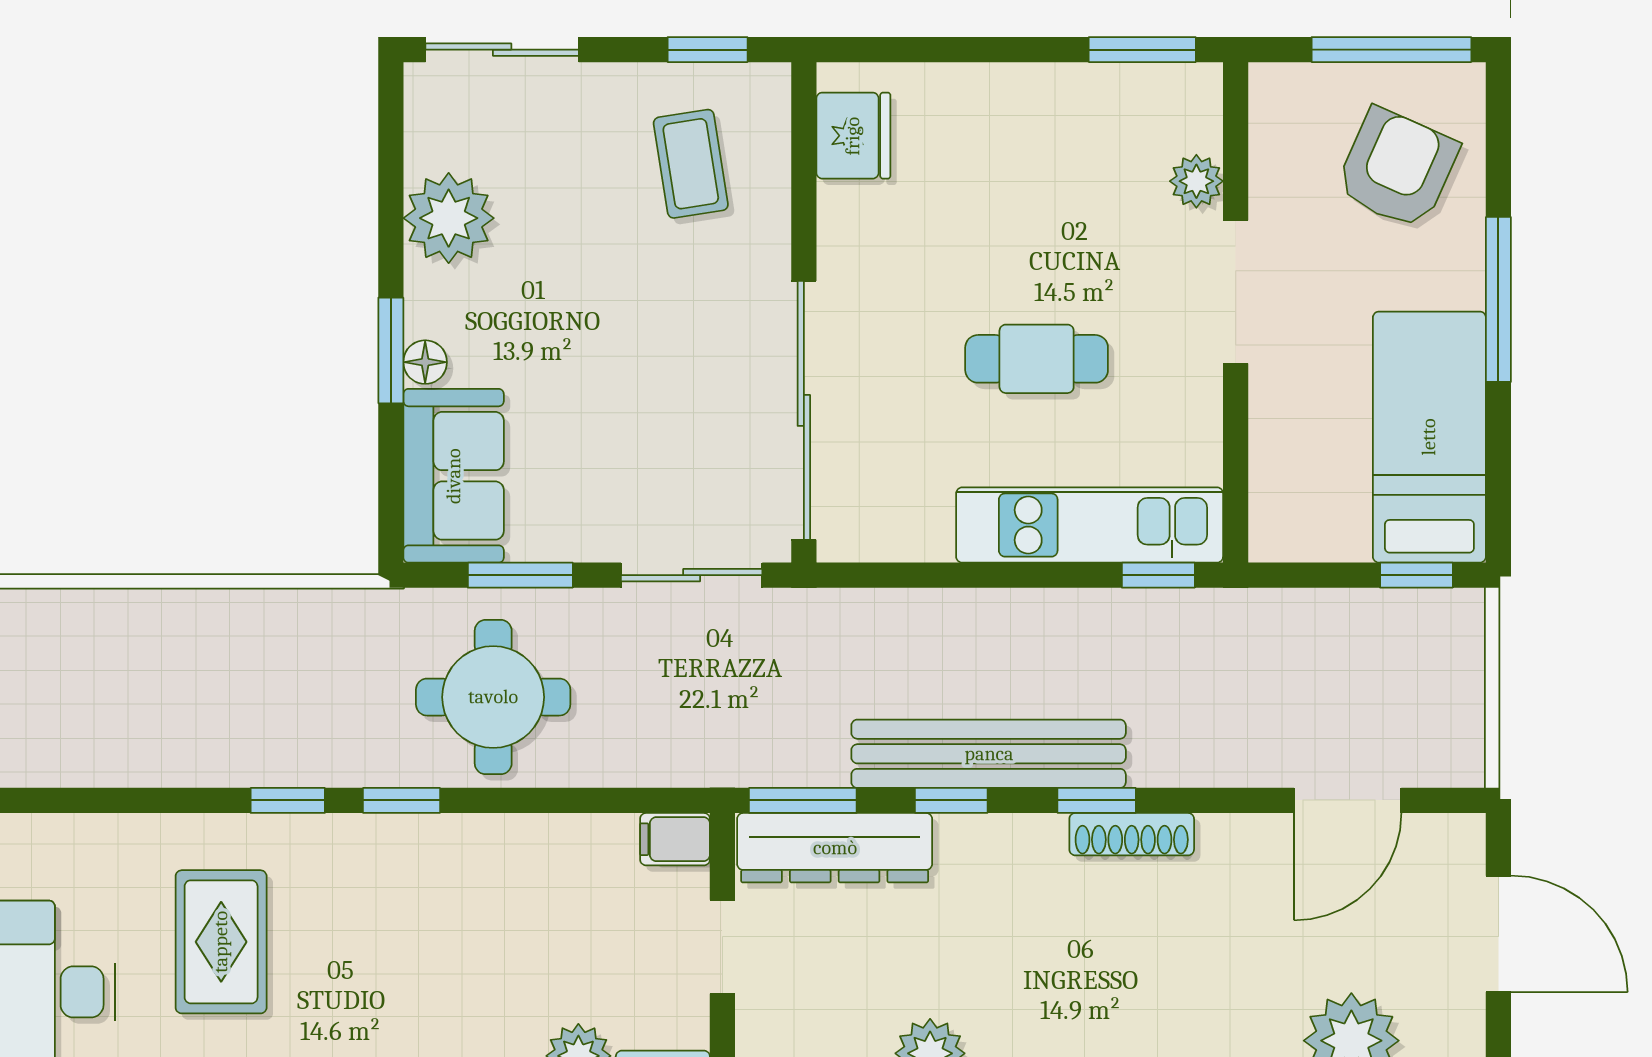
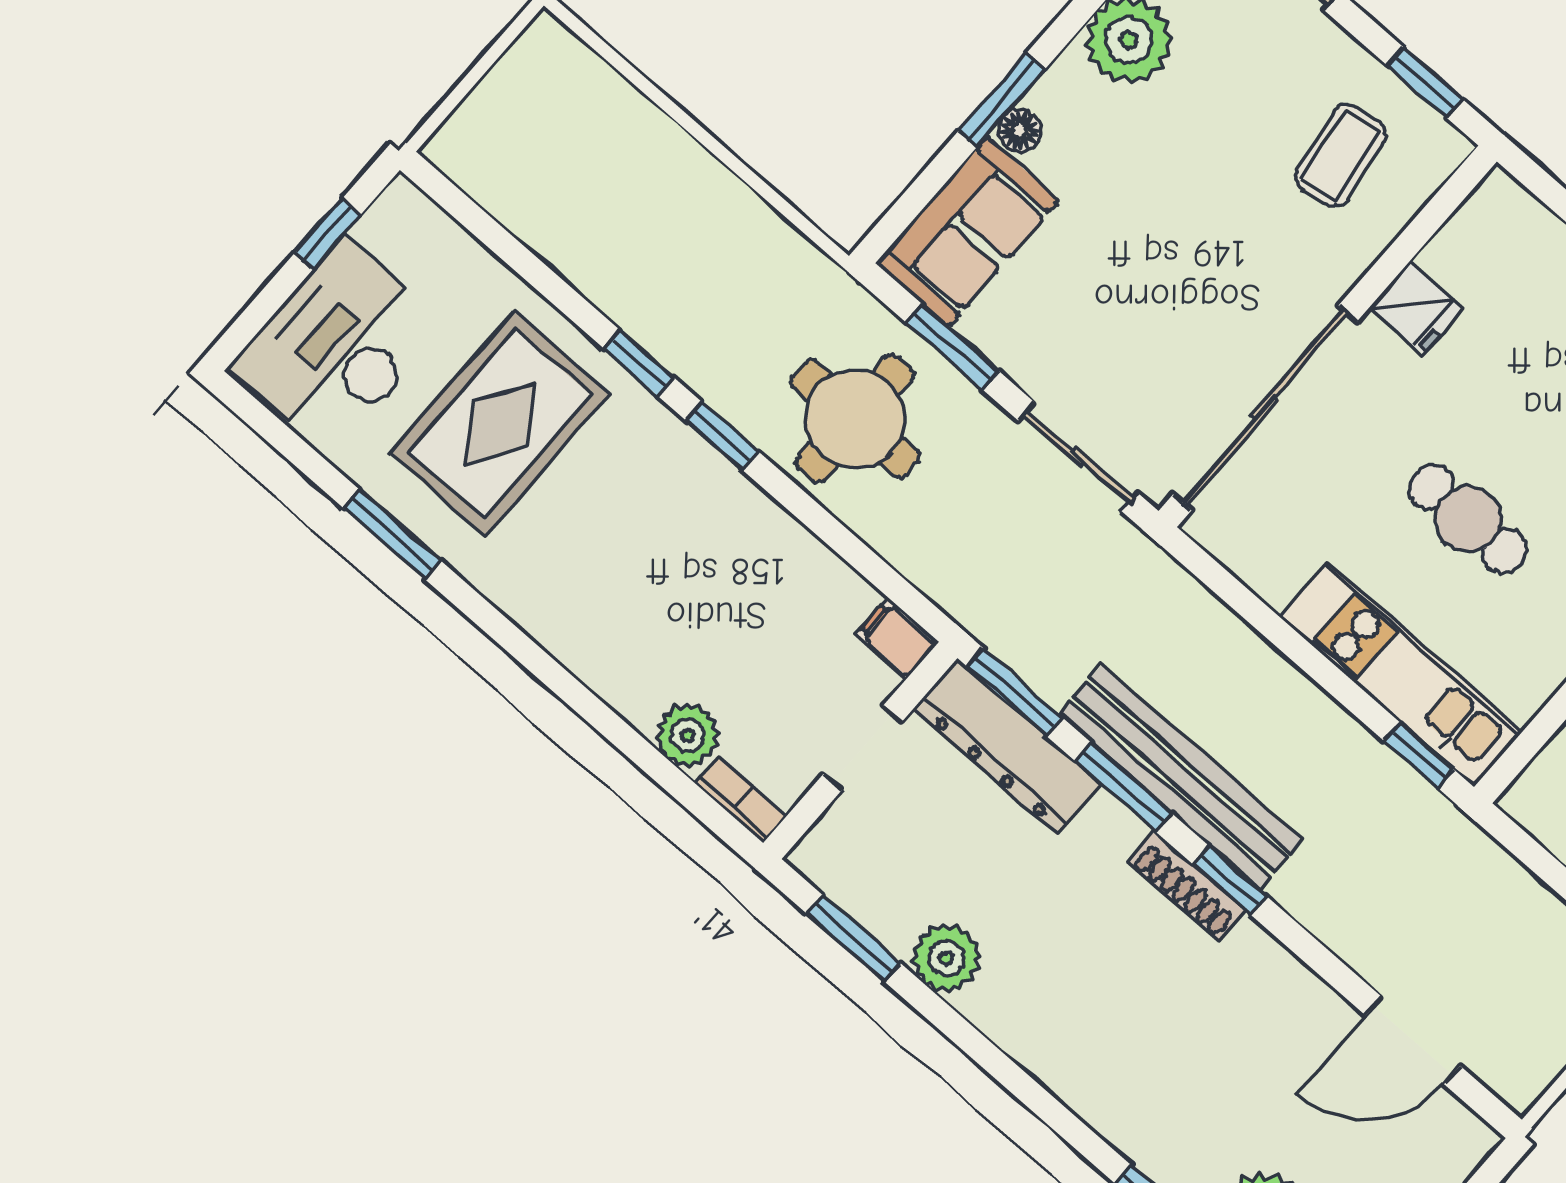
fridge: (853, 136) -> (1416, 308), moved, width x0.72
window: (951, 800) -> (1123, 787), width x1.50
shoe rack: (1132, 834) -> (1187, 886), moved
rug: (221, 942) -> (500, 424), width x1.36, depth x1.43

